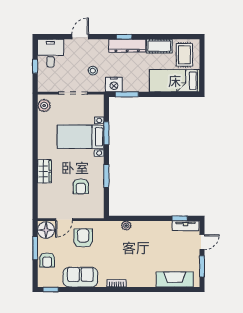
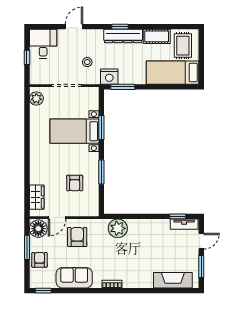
wardrobe: (44, 171) -> (37, 197), moved
plant: (126, 226) -> (118, 228), width x1.88, depth x1.88
armchair: (47, 260) -> (39, 260), turned 180

